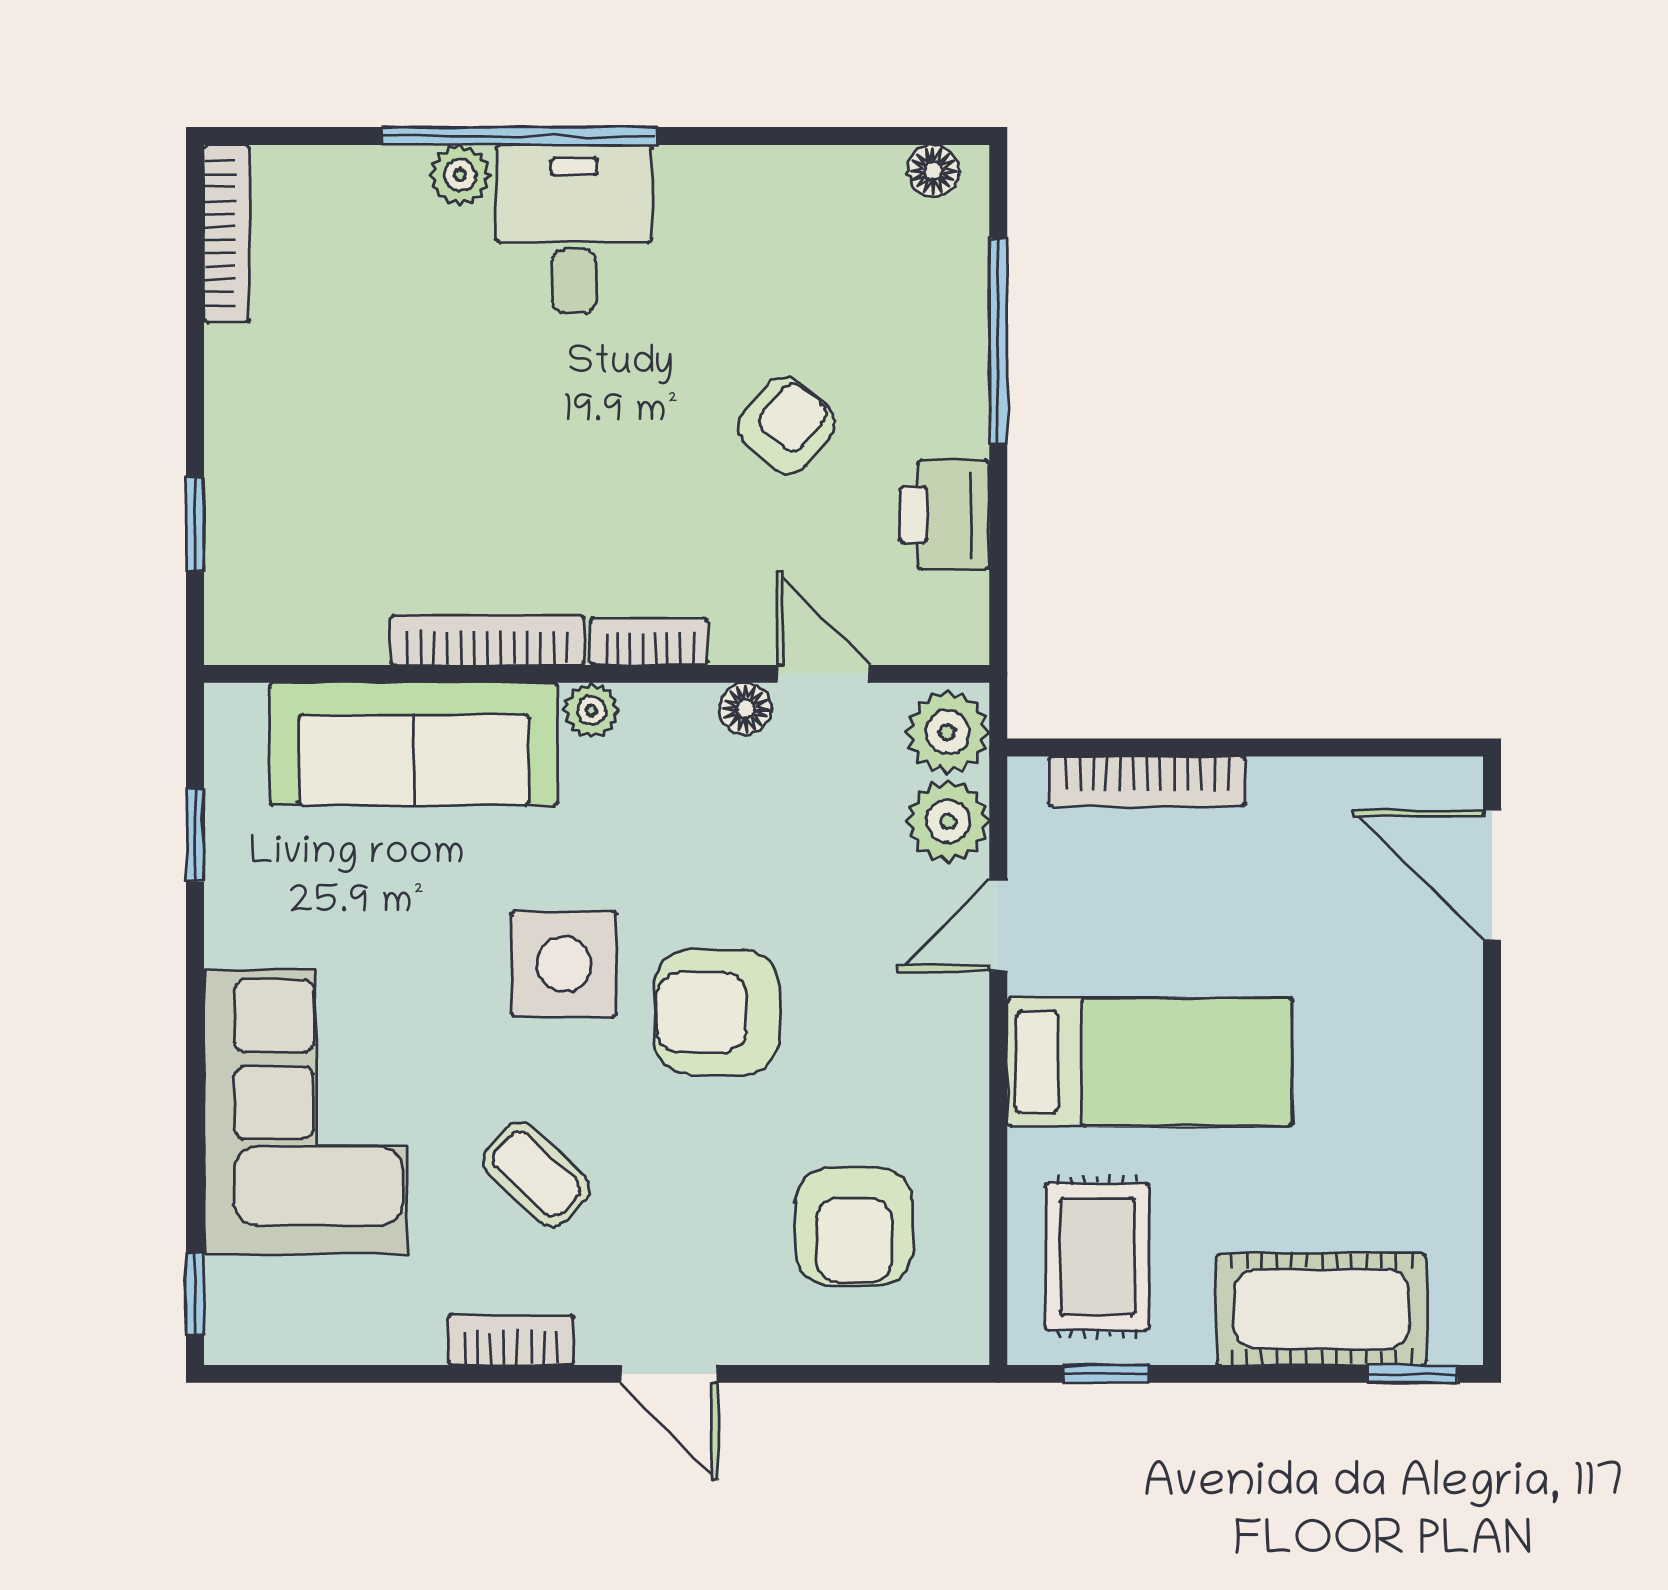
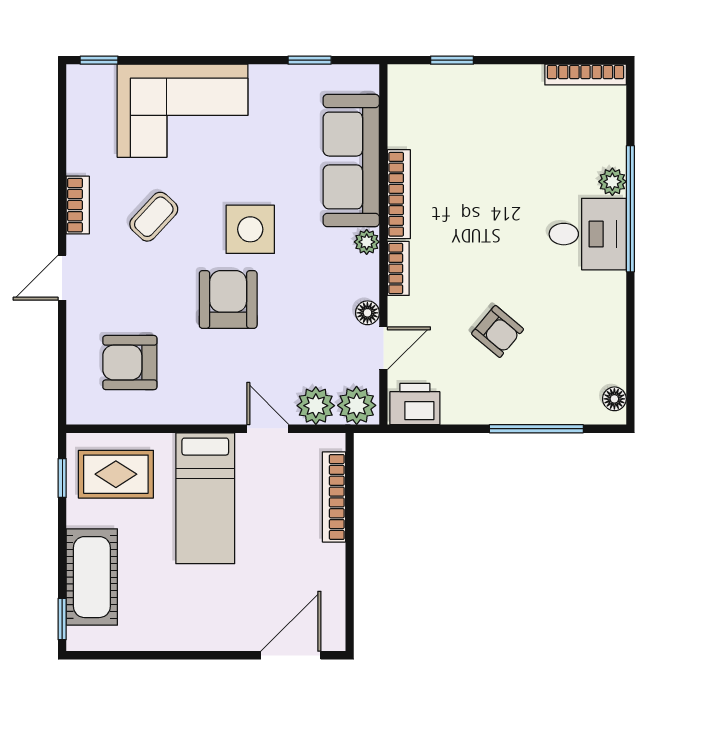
printer: (944, 515) -> (415, 404), moved

